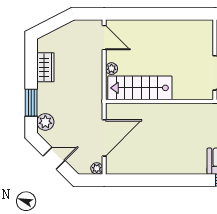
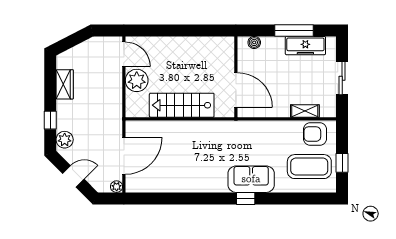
plant: (111, 69) -> (137, 80), width x1.88, depth x1.88
stairs: (140, 88) -> (182, 105), moved
window: (31, 103) -> (50, 120), width x0.67

